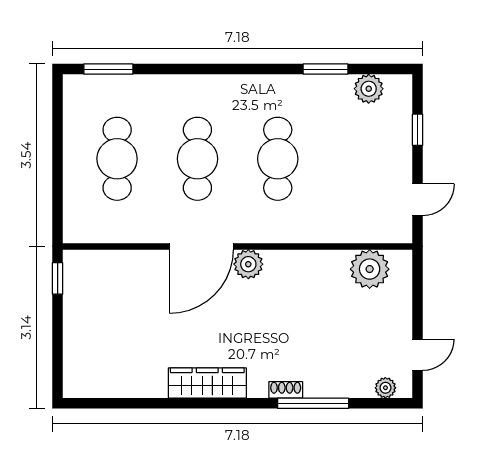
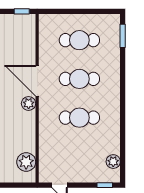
window: (326, 69) -> (123, 141), removed
window: (418, 130) -> (105, 185), moved

